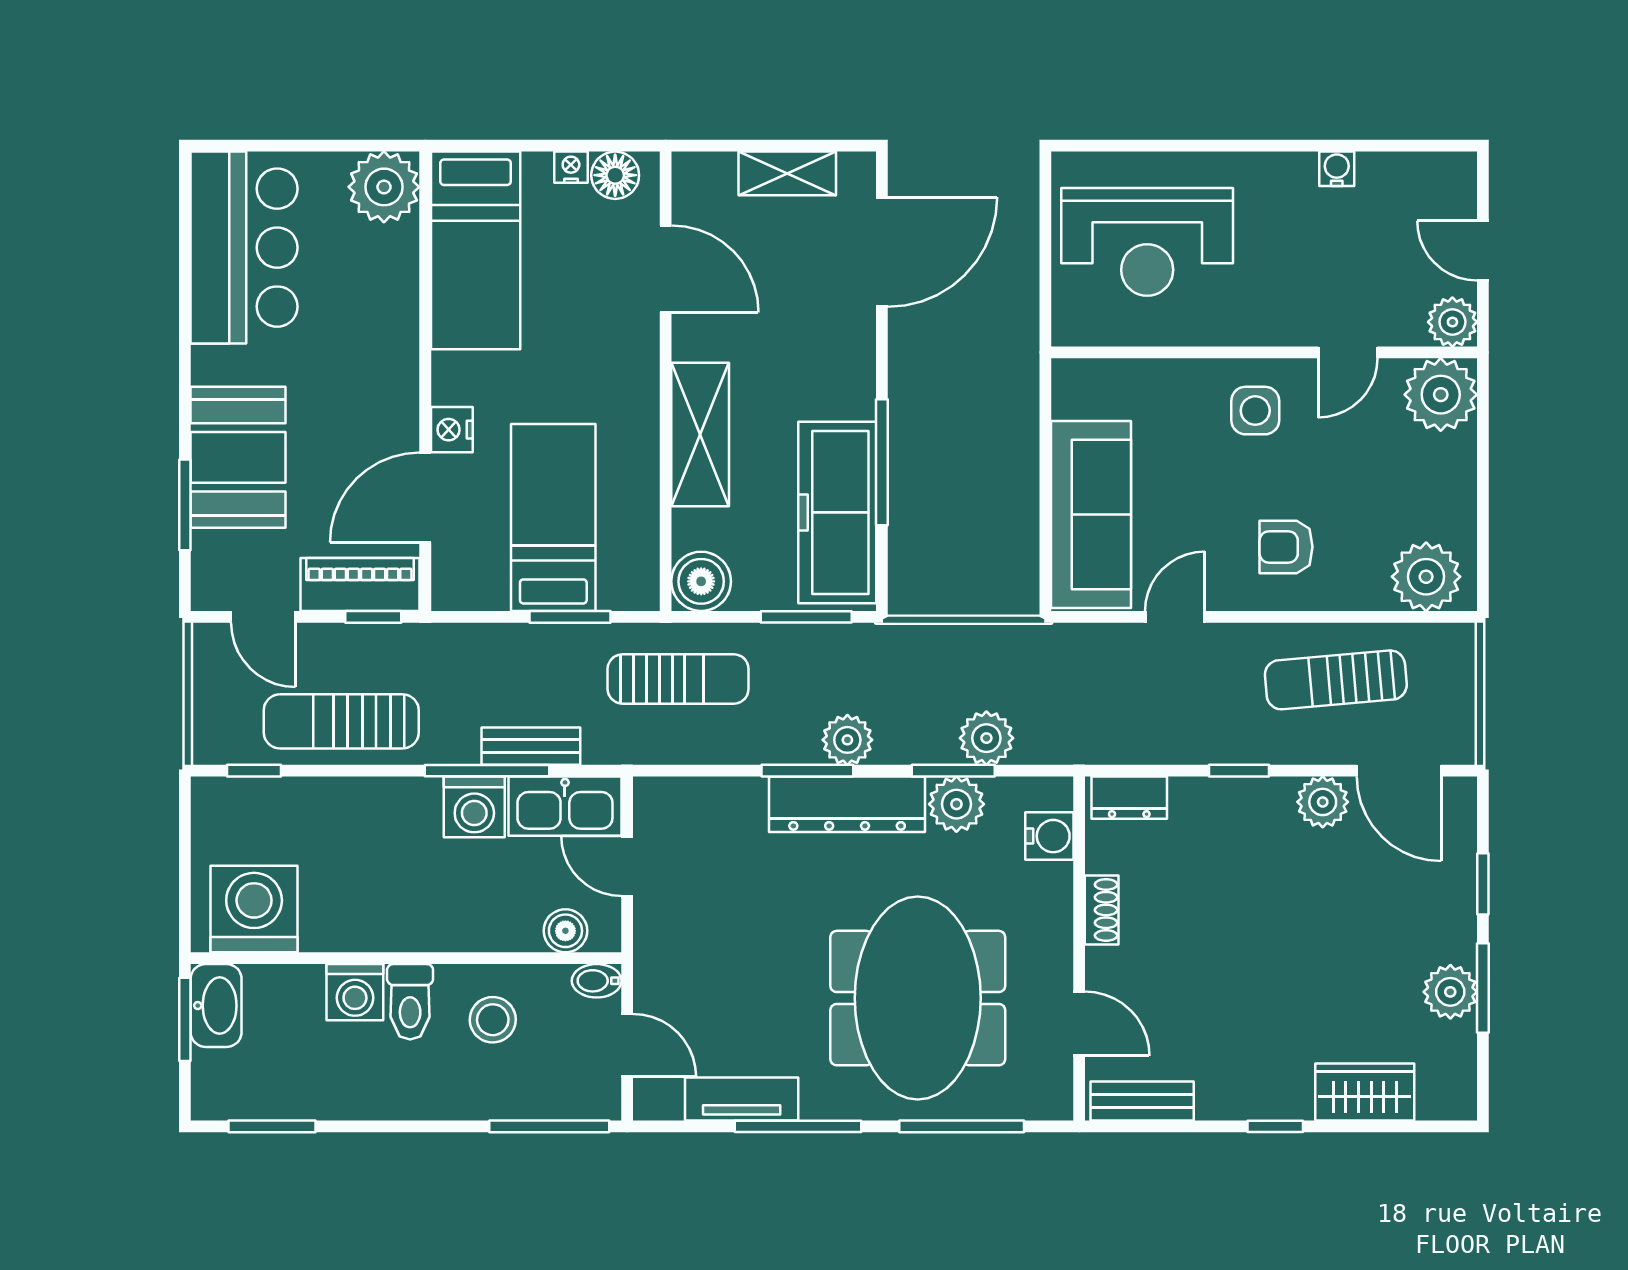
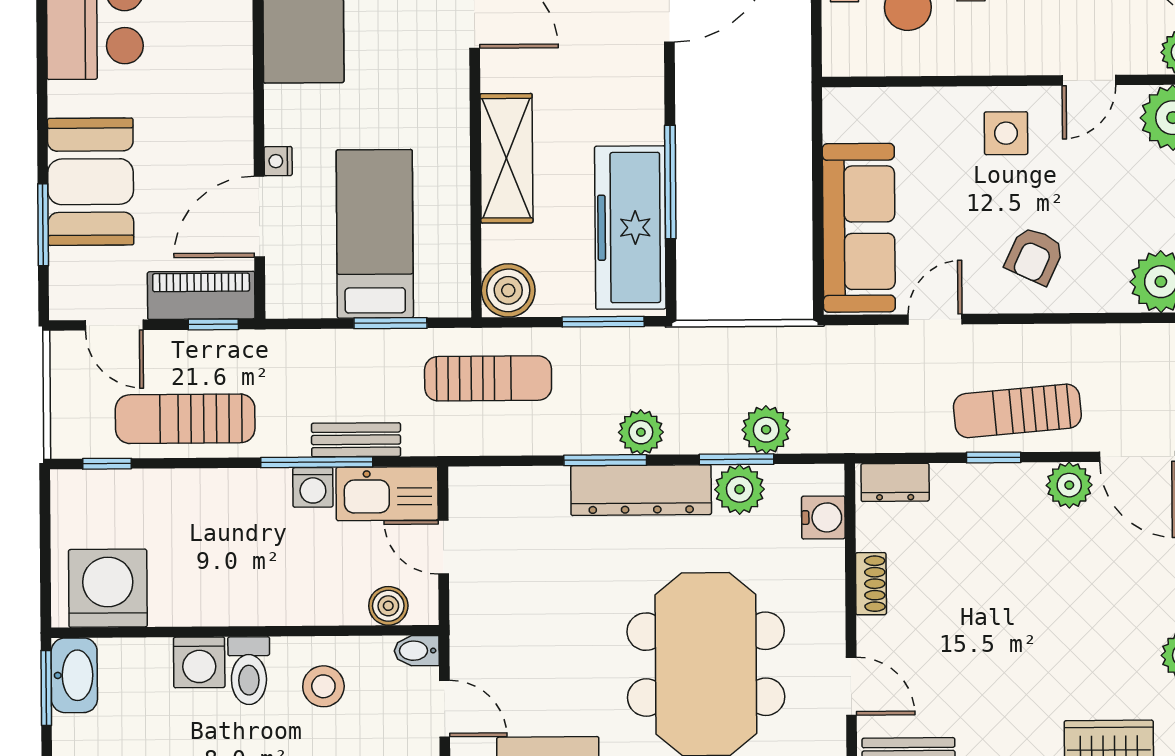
nightstand: (452, 430) -> (278, 161), width x0.72, depth x0.74
armchair: (1286, 547) -> (1035, 256), turned -65
sun lounger: (1336, 680) -> (1017, 411), moved
washing machine: (474, 807) -> (313, 487), width x0.73, depth x0.73

